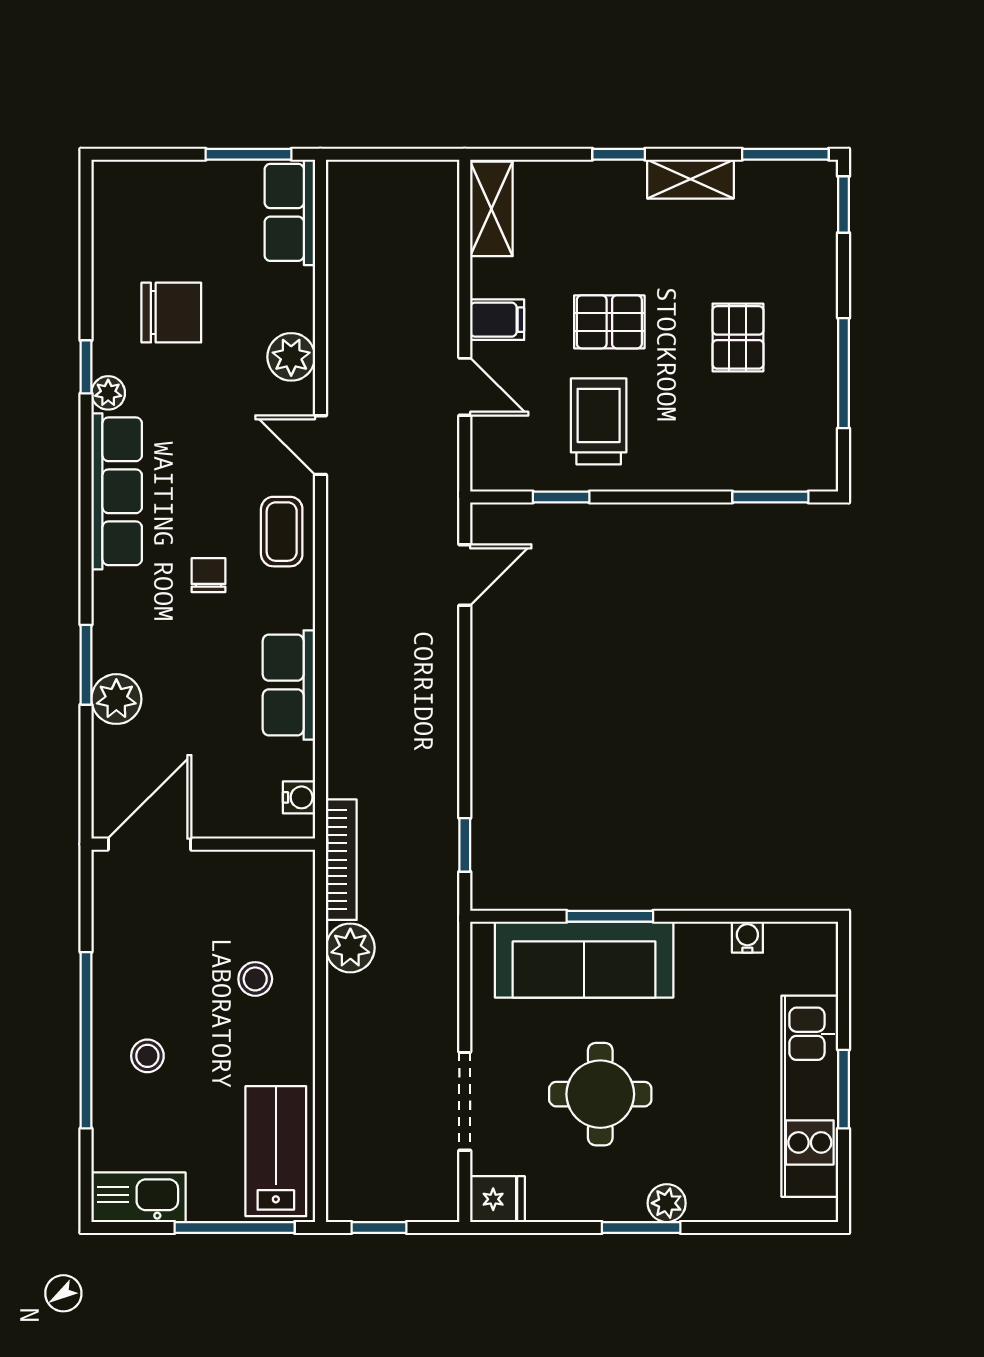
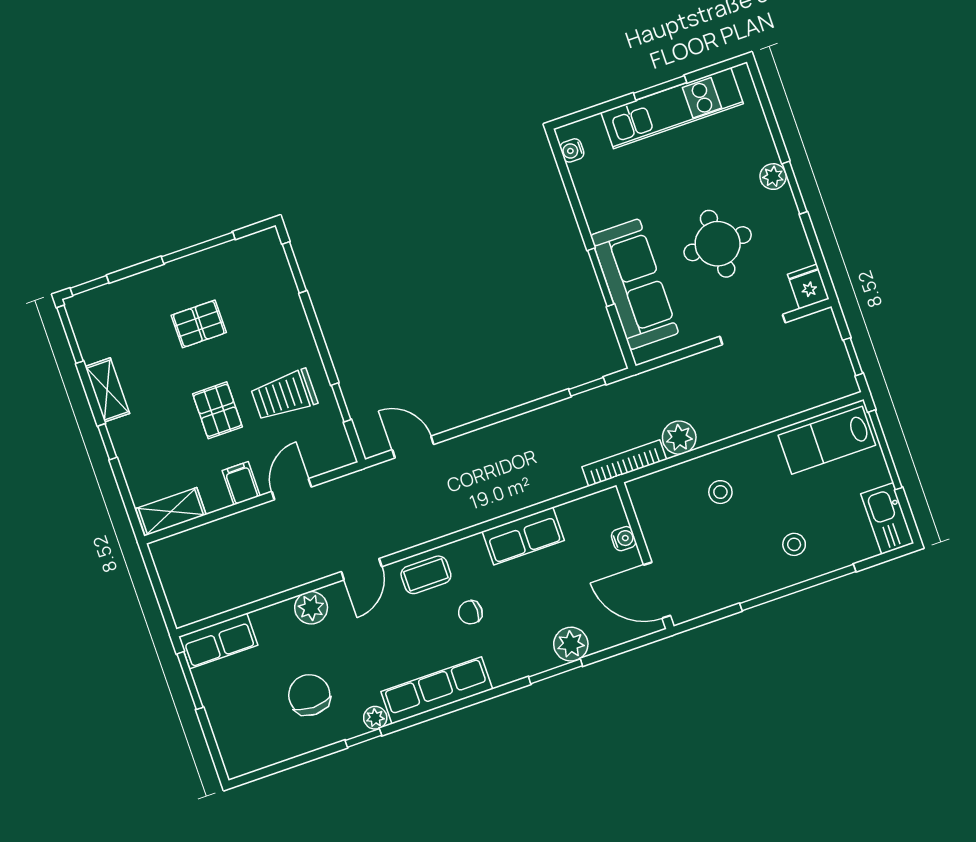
water cooler: (299, 797) -> (624, 539), moved, turned 90
water cooler: (747, 937) -> (572, 150), moved

